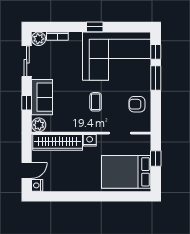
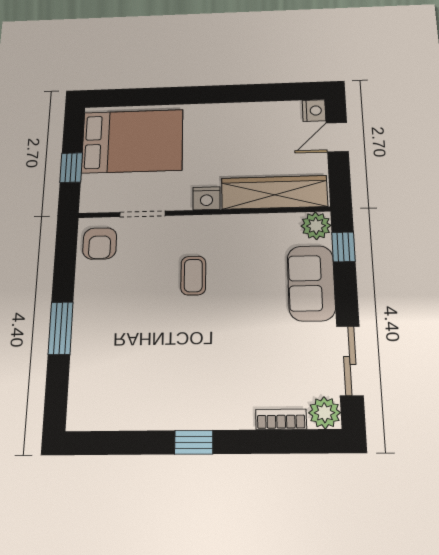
window: (156, 52) -> (57, 386), removed
corner sofa: (117, 56) -> (145, 375), removed
window: (27, 103) -> (343, 247), moved
armchair: (137, 104) -> (100, 244), moved, turned 90

